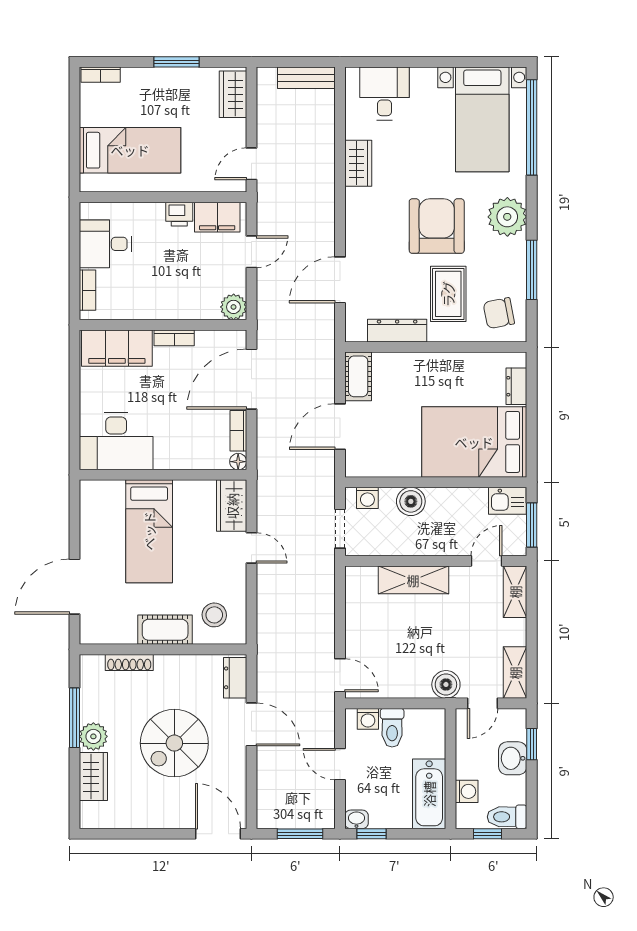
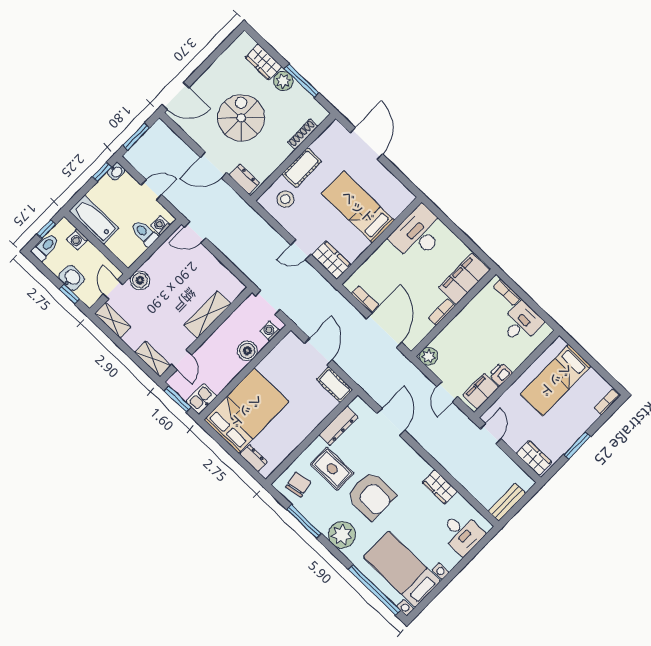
floor lamp: (238, 462) -> (350, 284), removed

